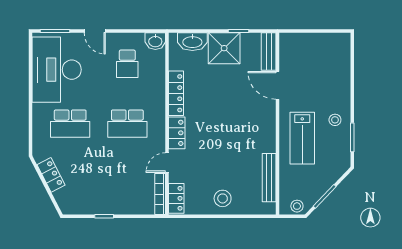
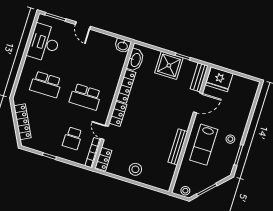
washbasin: (192, 42) -> (135, 60), moved, turned -90
fridge: (296, 46) -> (219, 79), added
school desk: (127, 64) -> (73, 138), moved
desk: (57, 70) -> (44, 43), width x0.73, depth x0.77
door: (278, 85) -> (198, 103), swing flipped
door: (167, 163) -> (105, 132), hinge flipped
locker: (51, 175) -> (22, 122), width x1.53
bench: (269, 178) -> (178, 147), moved

